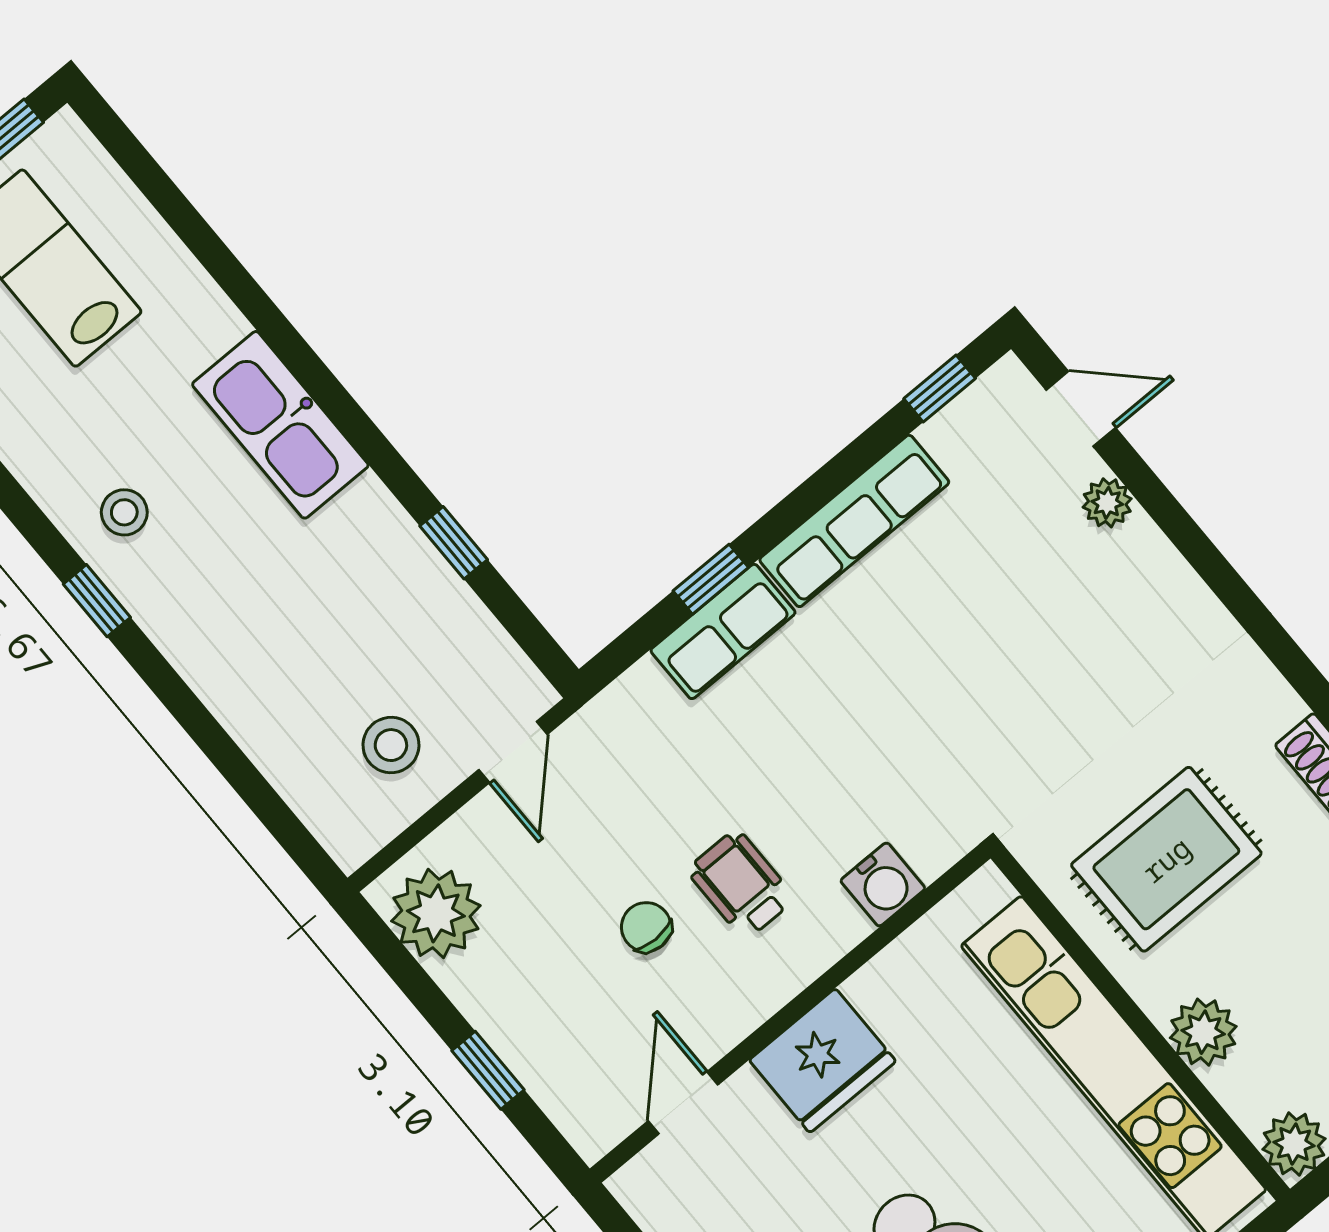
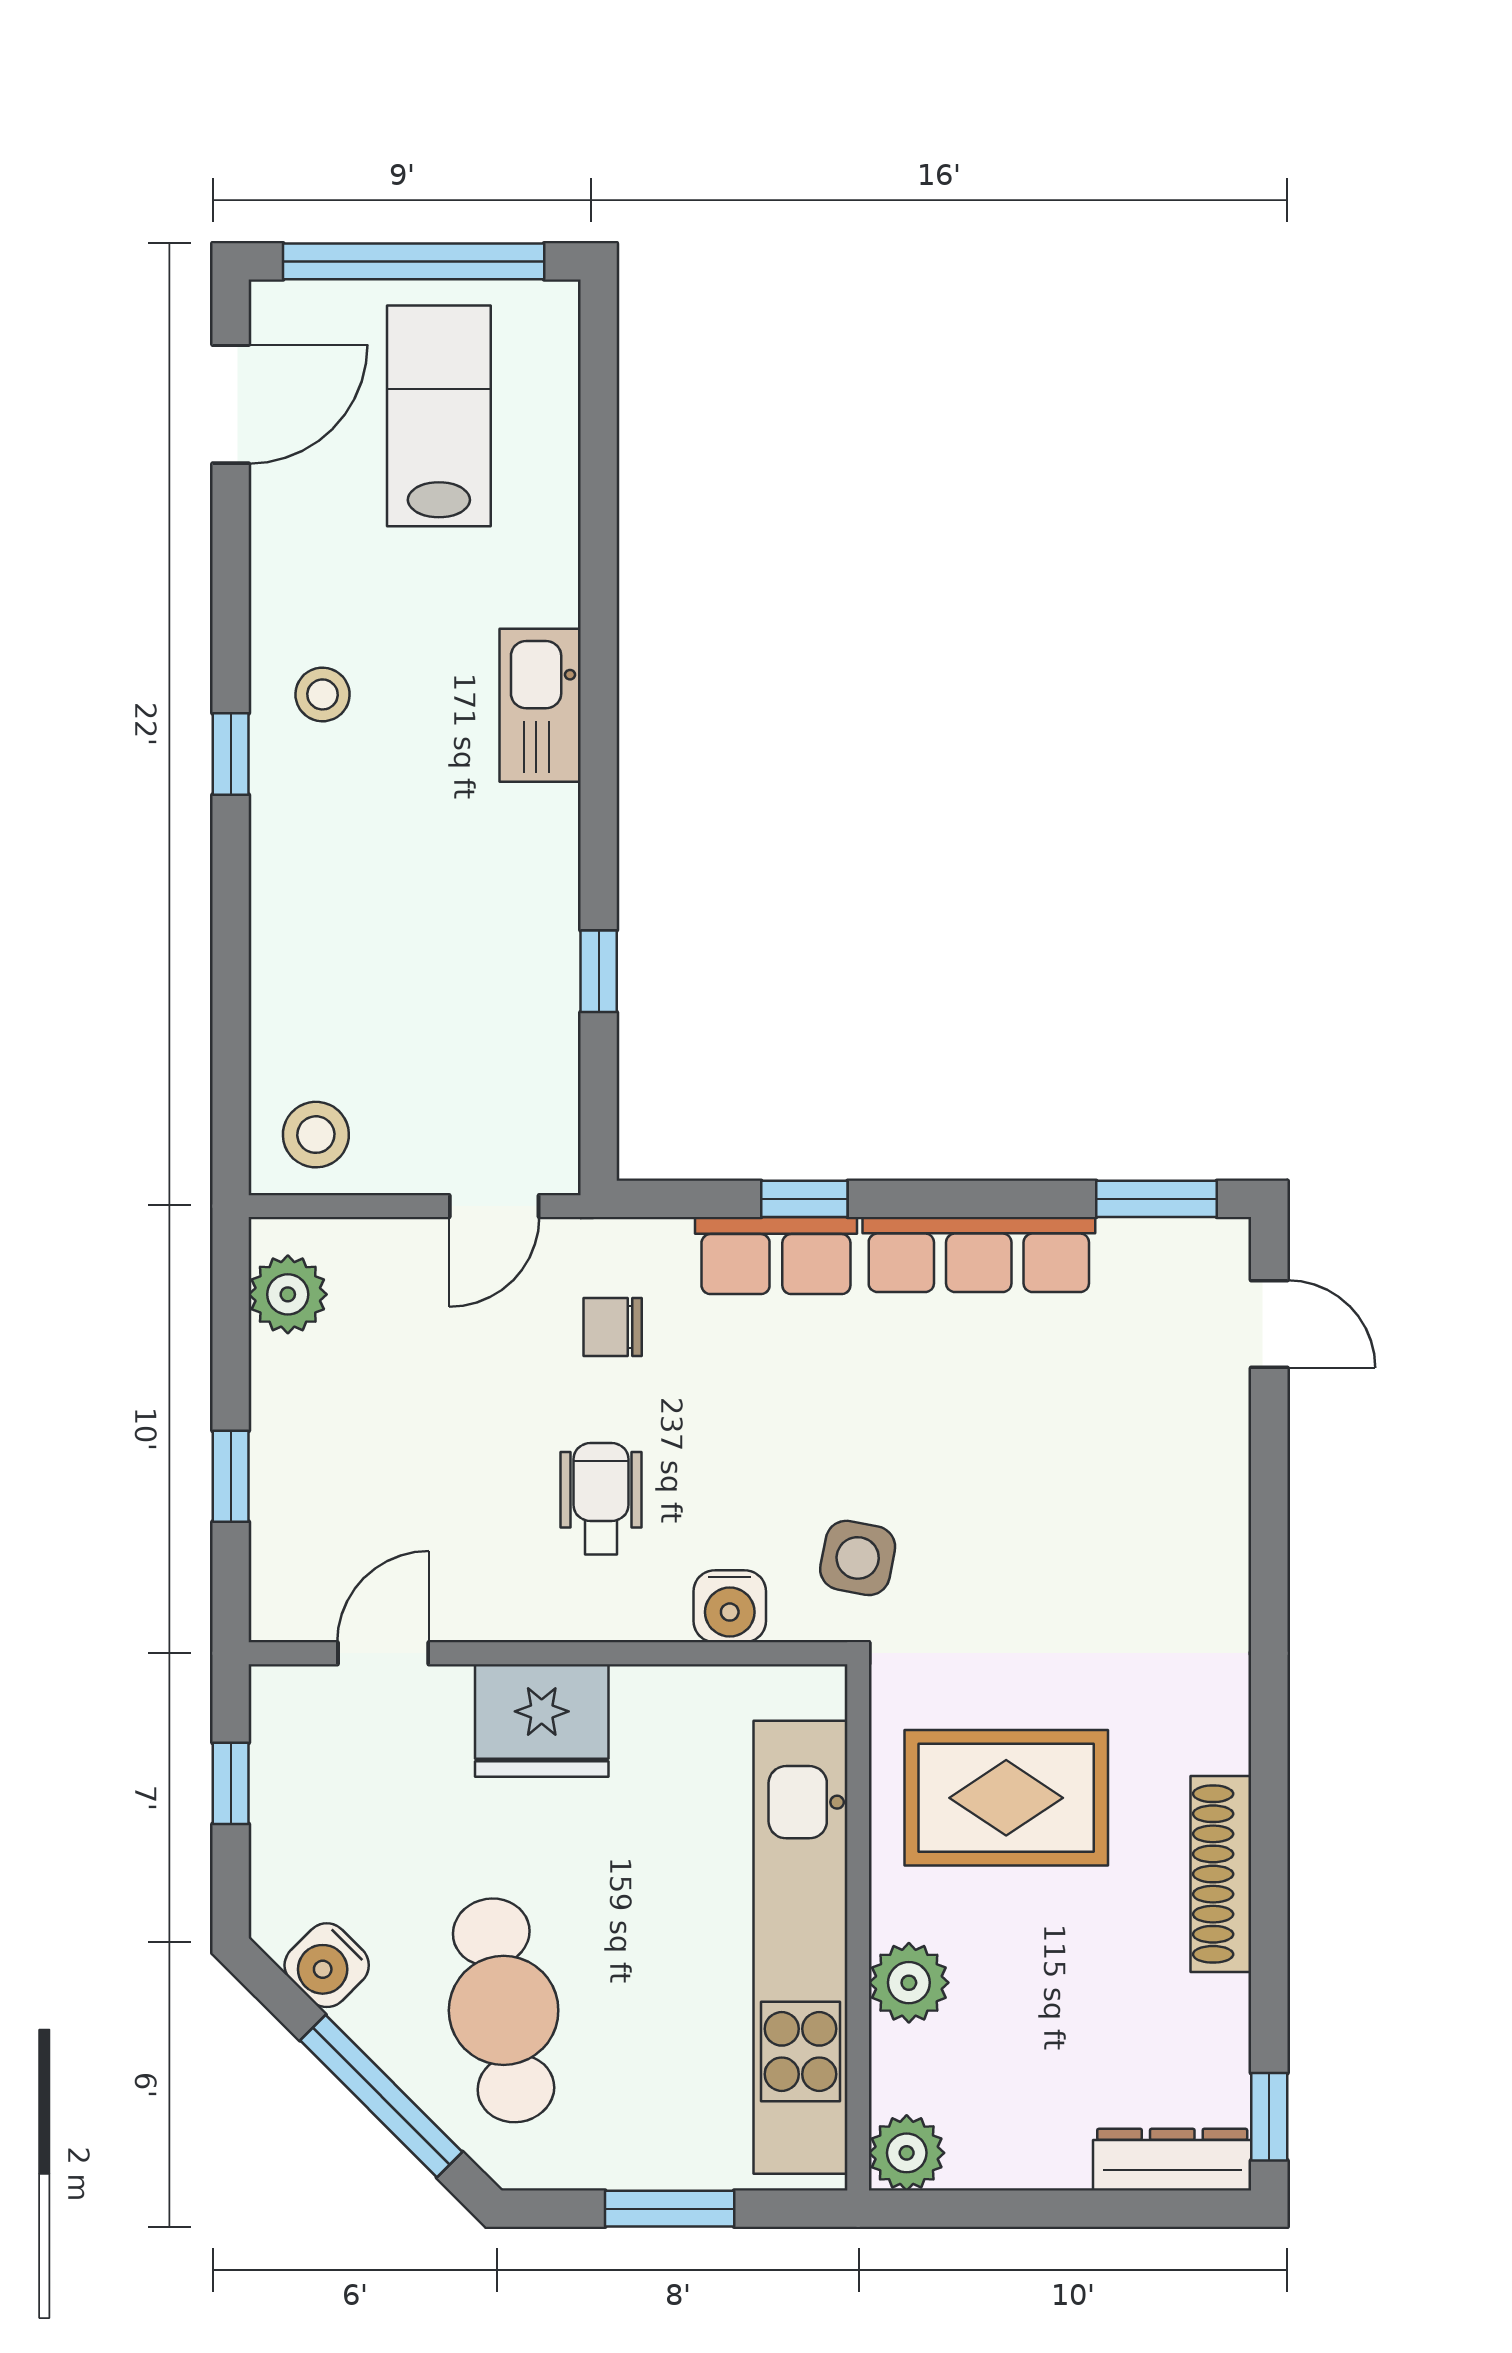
window: (940, 389) -> (1156, 1199), width x1.50
kitchen sink: (280, 425) -> (540, 705), width x0.73, depth x0.81
plant: (1107, 503) -> (1222, 1429), removed
stool: (391, 745) -> (316, 1135), moved
side table: (940, 784) -> (858, 1558), added
plant: (436, 913) -> (288, 1294), width x0.73, depth x0.73
chair: (646, 927) -> (613, 1327), moved, turned -90

